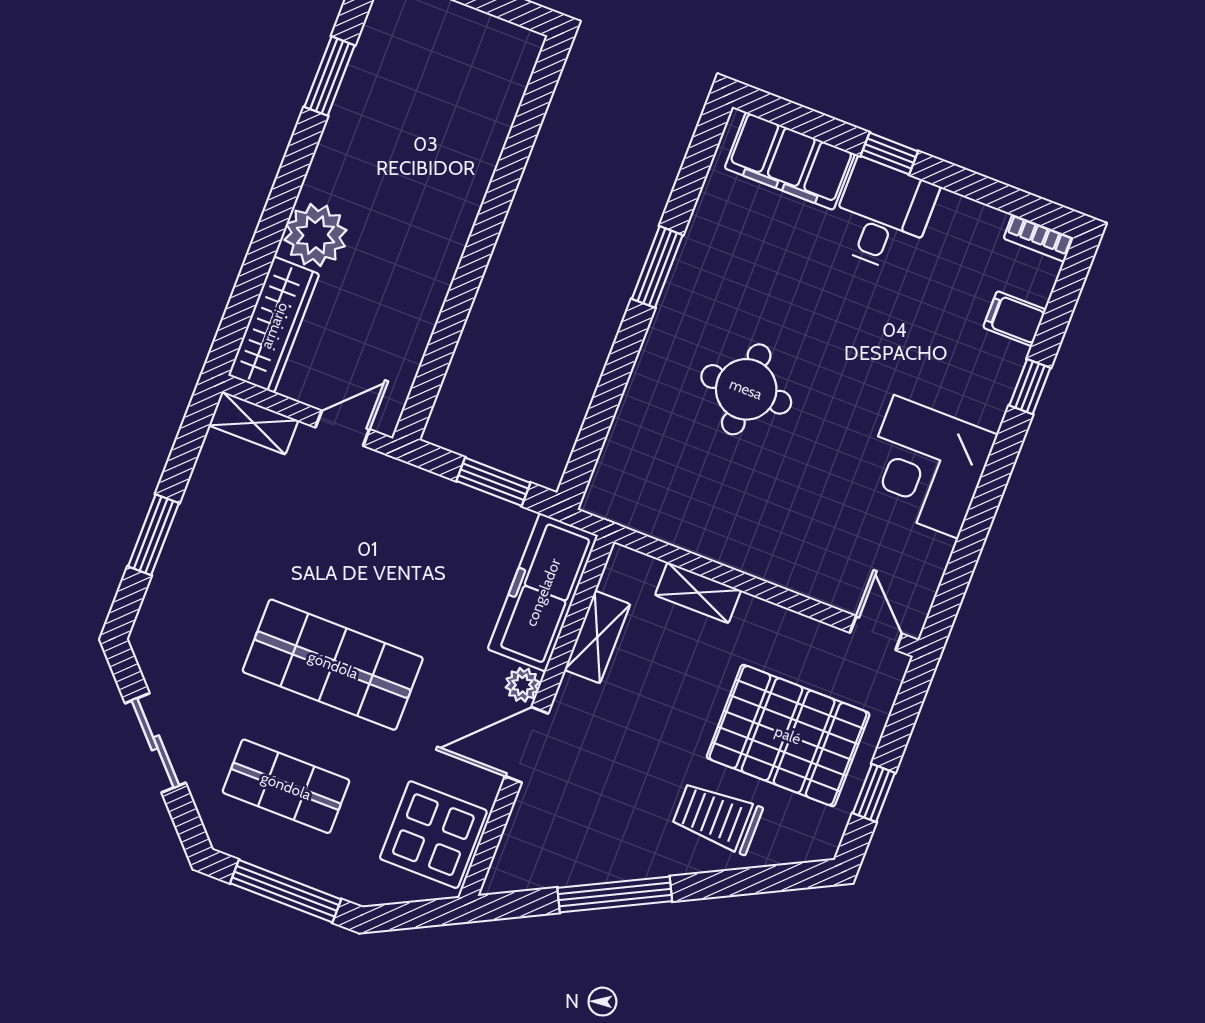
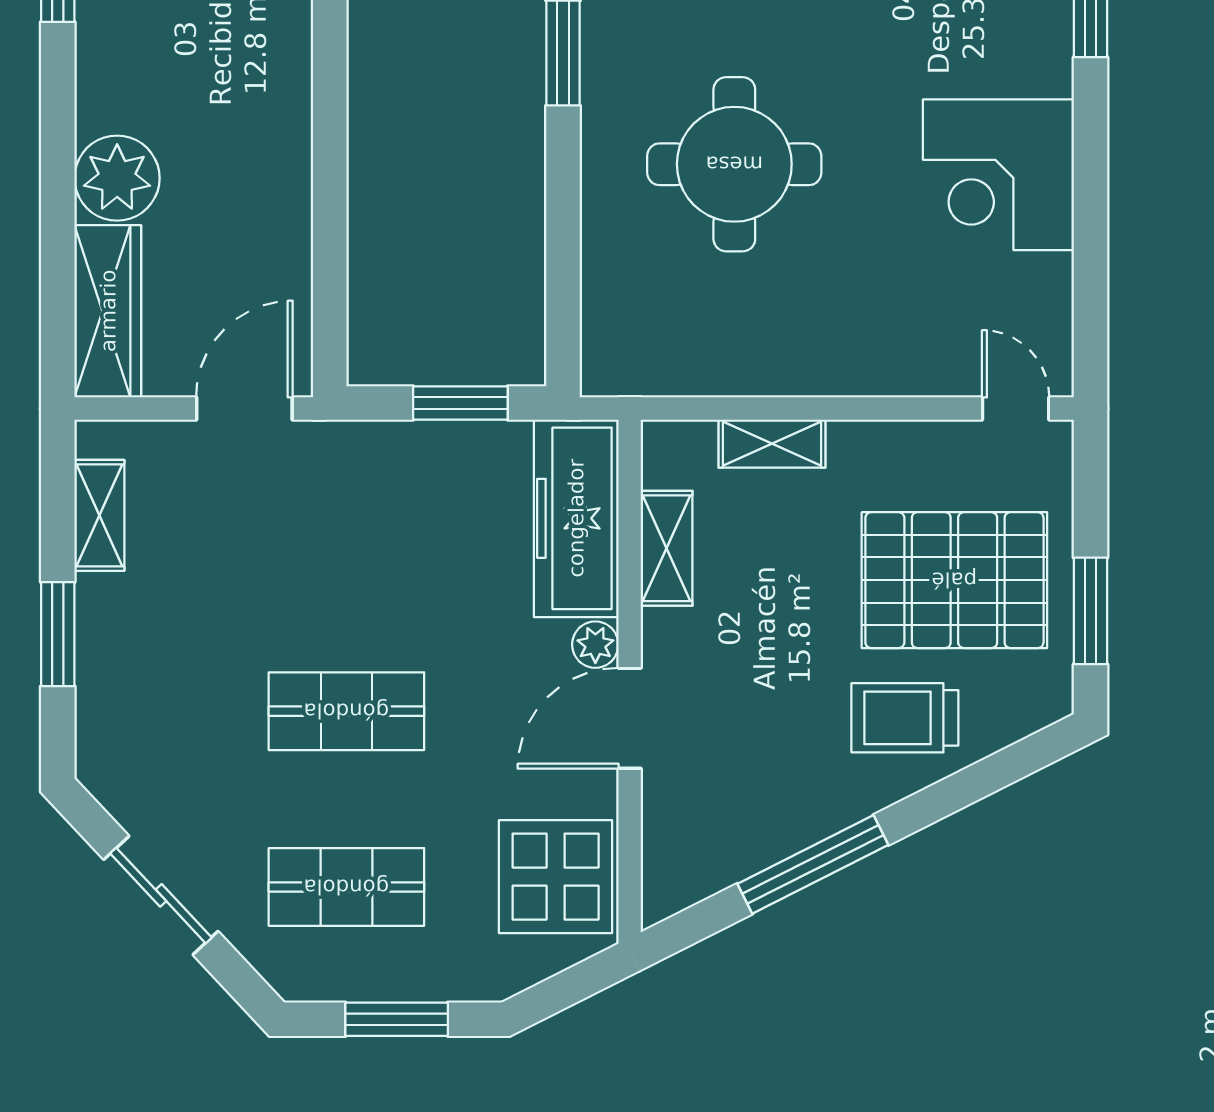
round table: (746, 389) -> (734, 164), width x1.36, depth x1.36
shelving: (254, 423) -> (99, 515), moved, turned 90
door: (342, 428) -> (244, 409), width x1.38
shop shelf: (333, 665) -> (346, 711), width x0.70, depth x0.74
window: (874, 793) -> (1090, 611), width x1.50
window: (286, 891) -> (397, 1019), width x0.69

